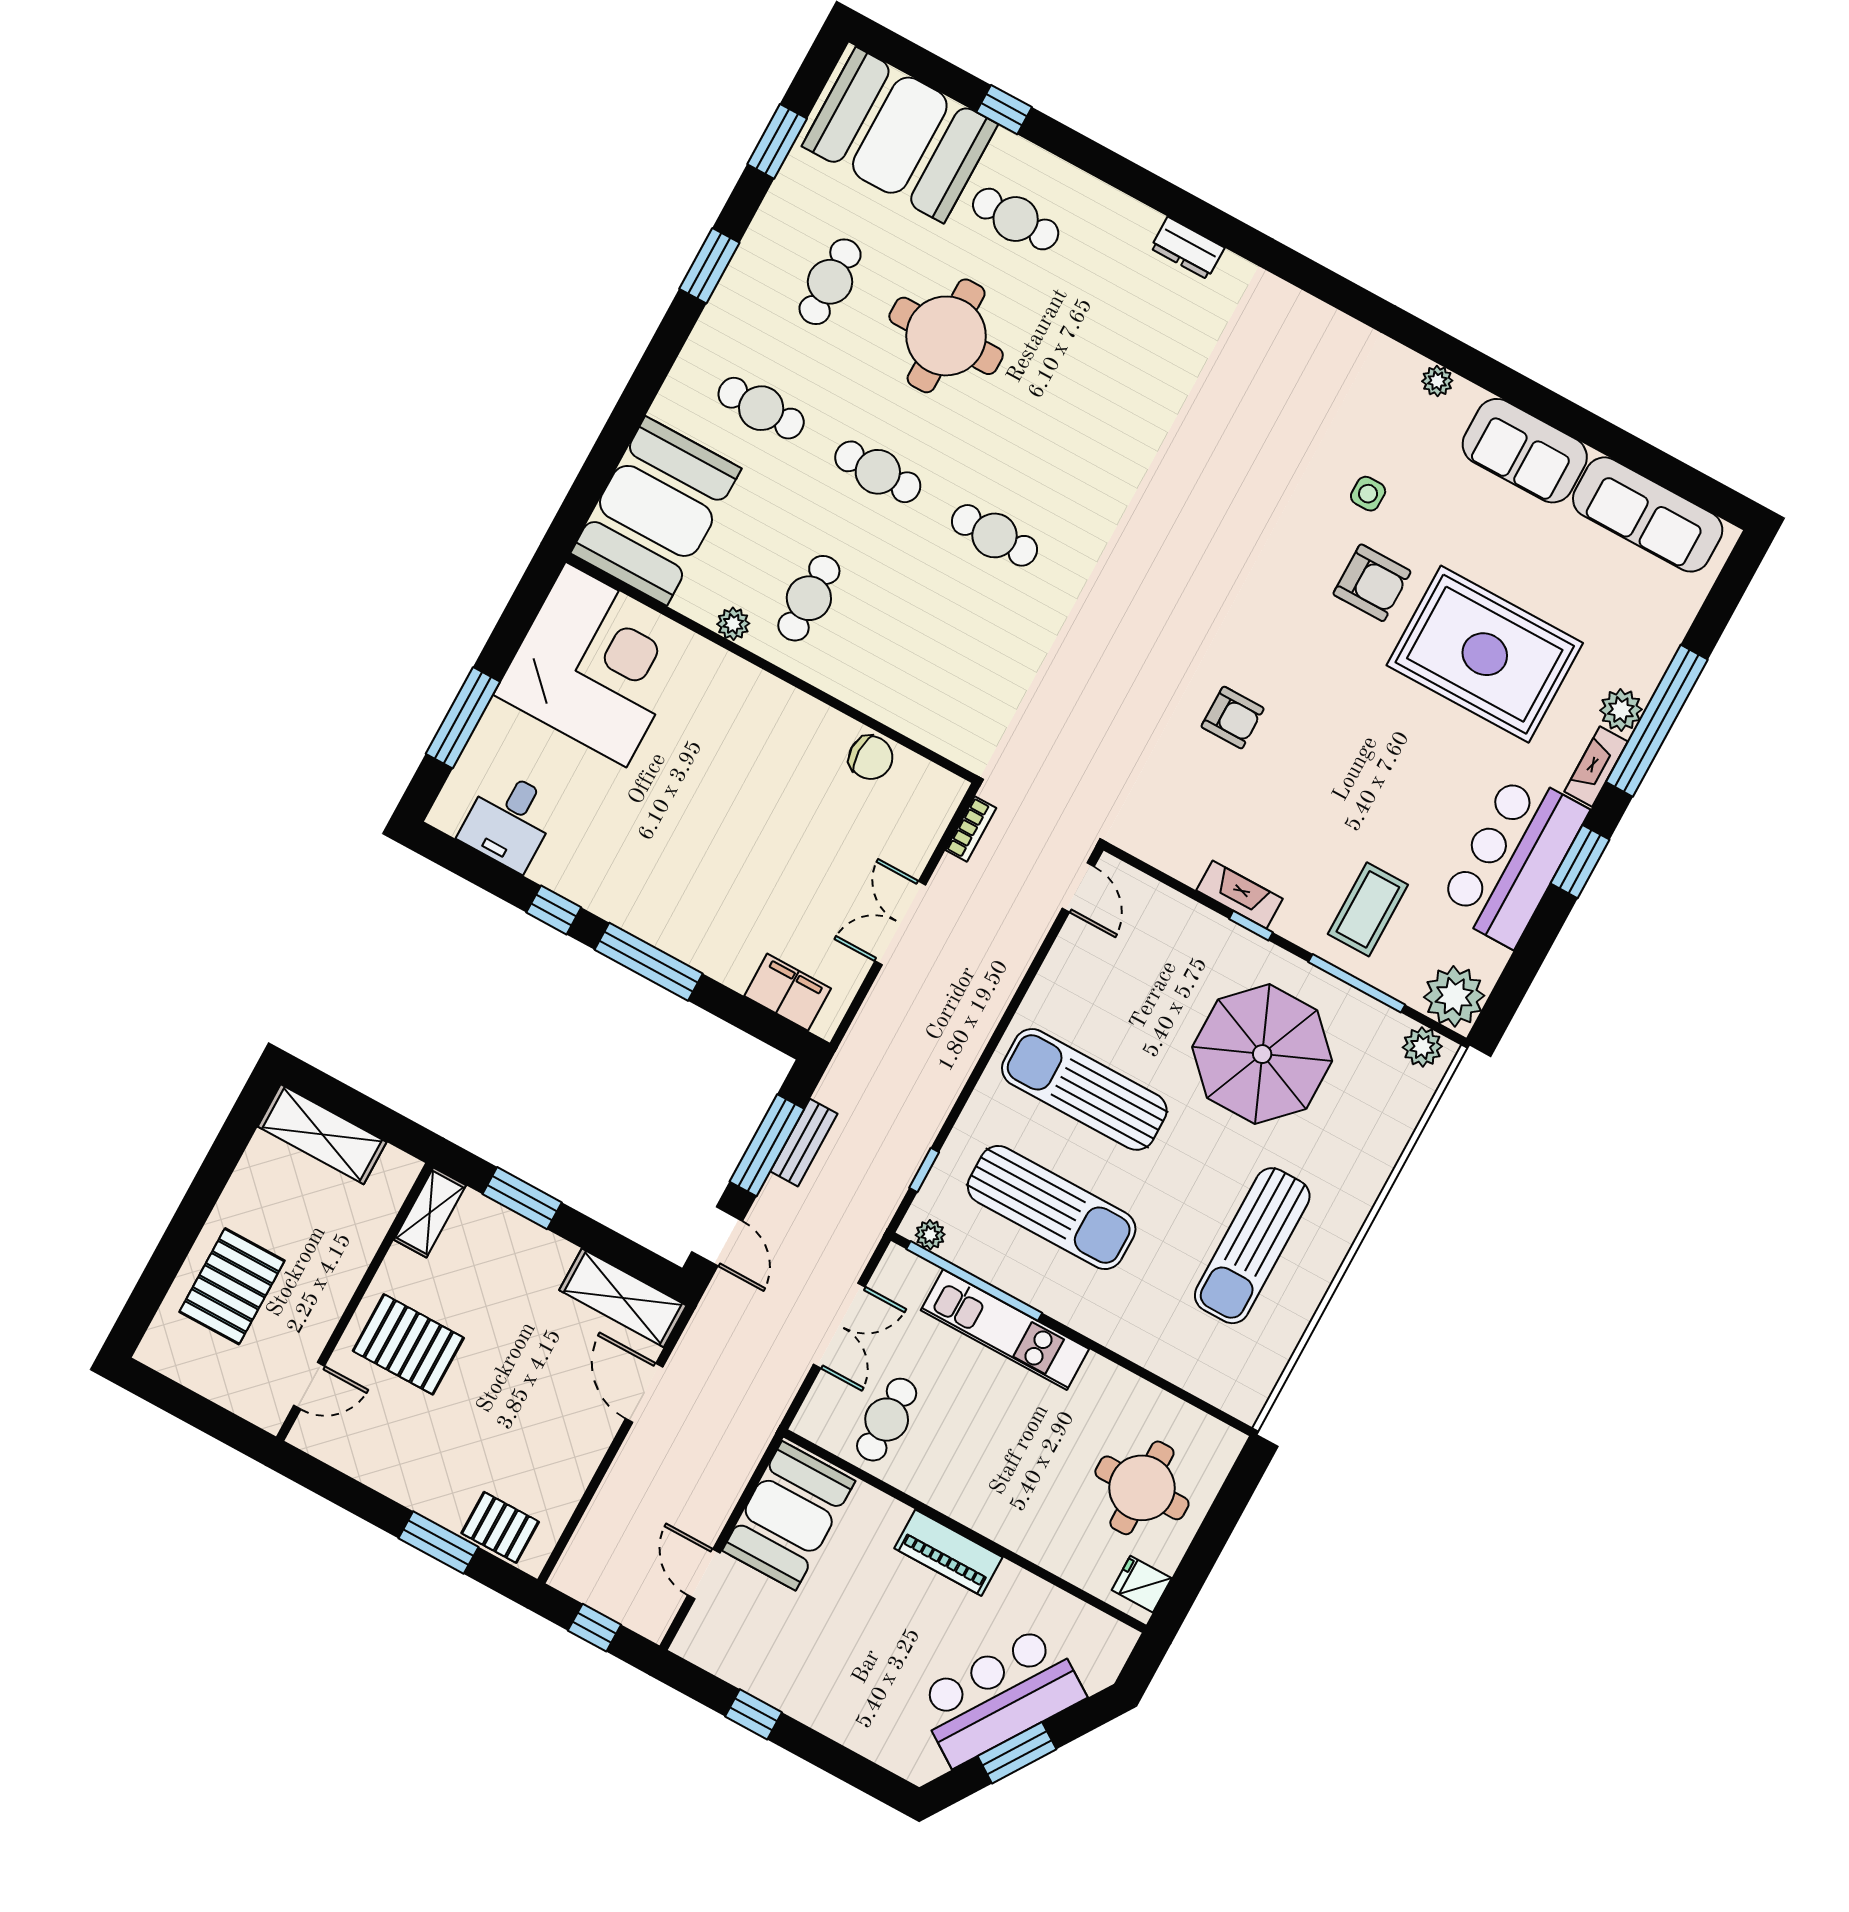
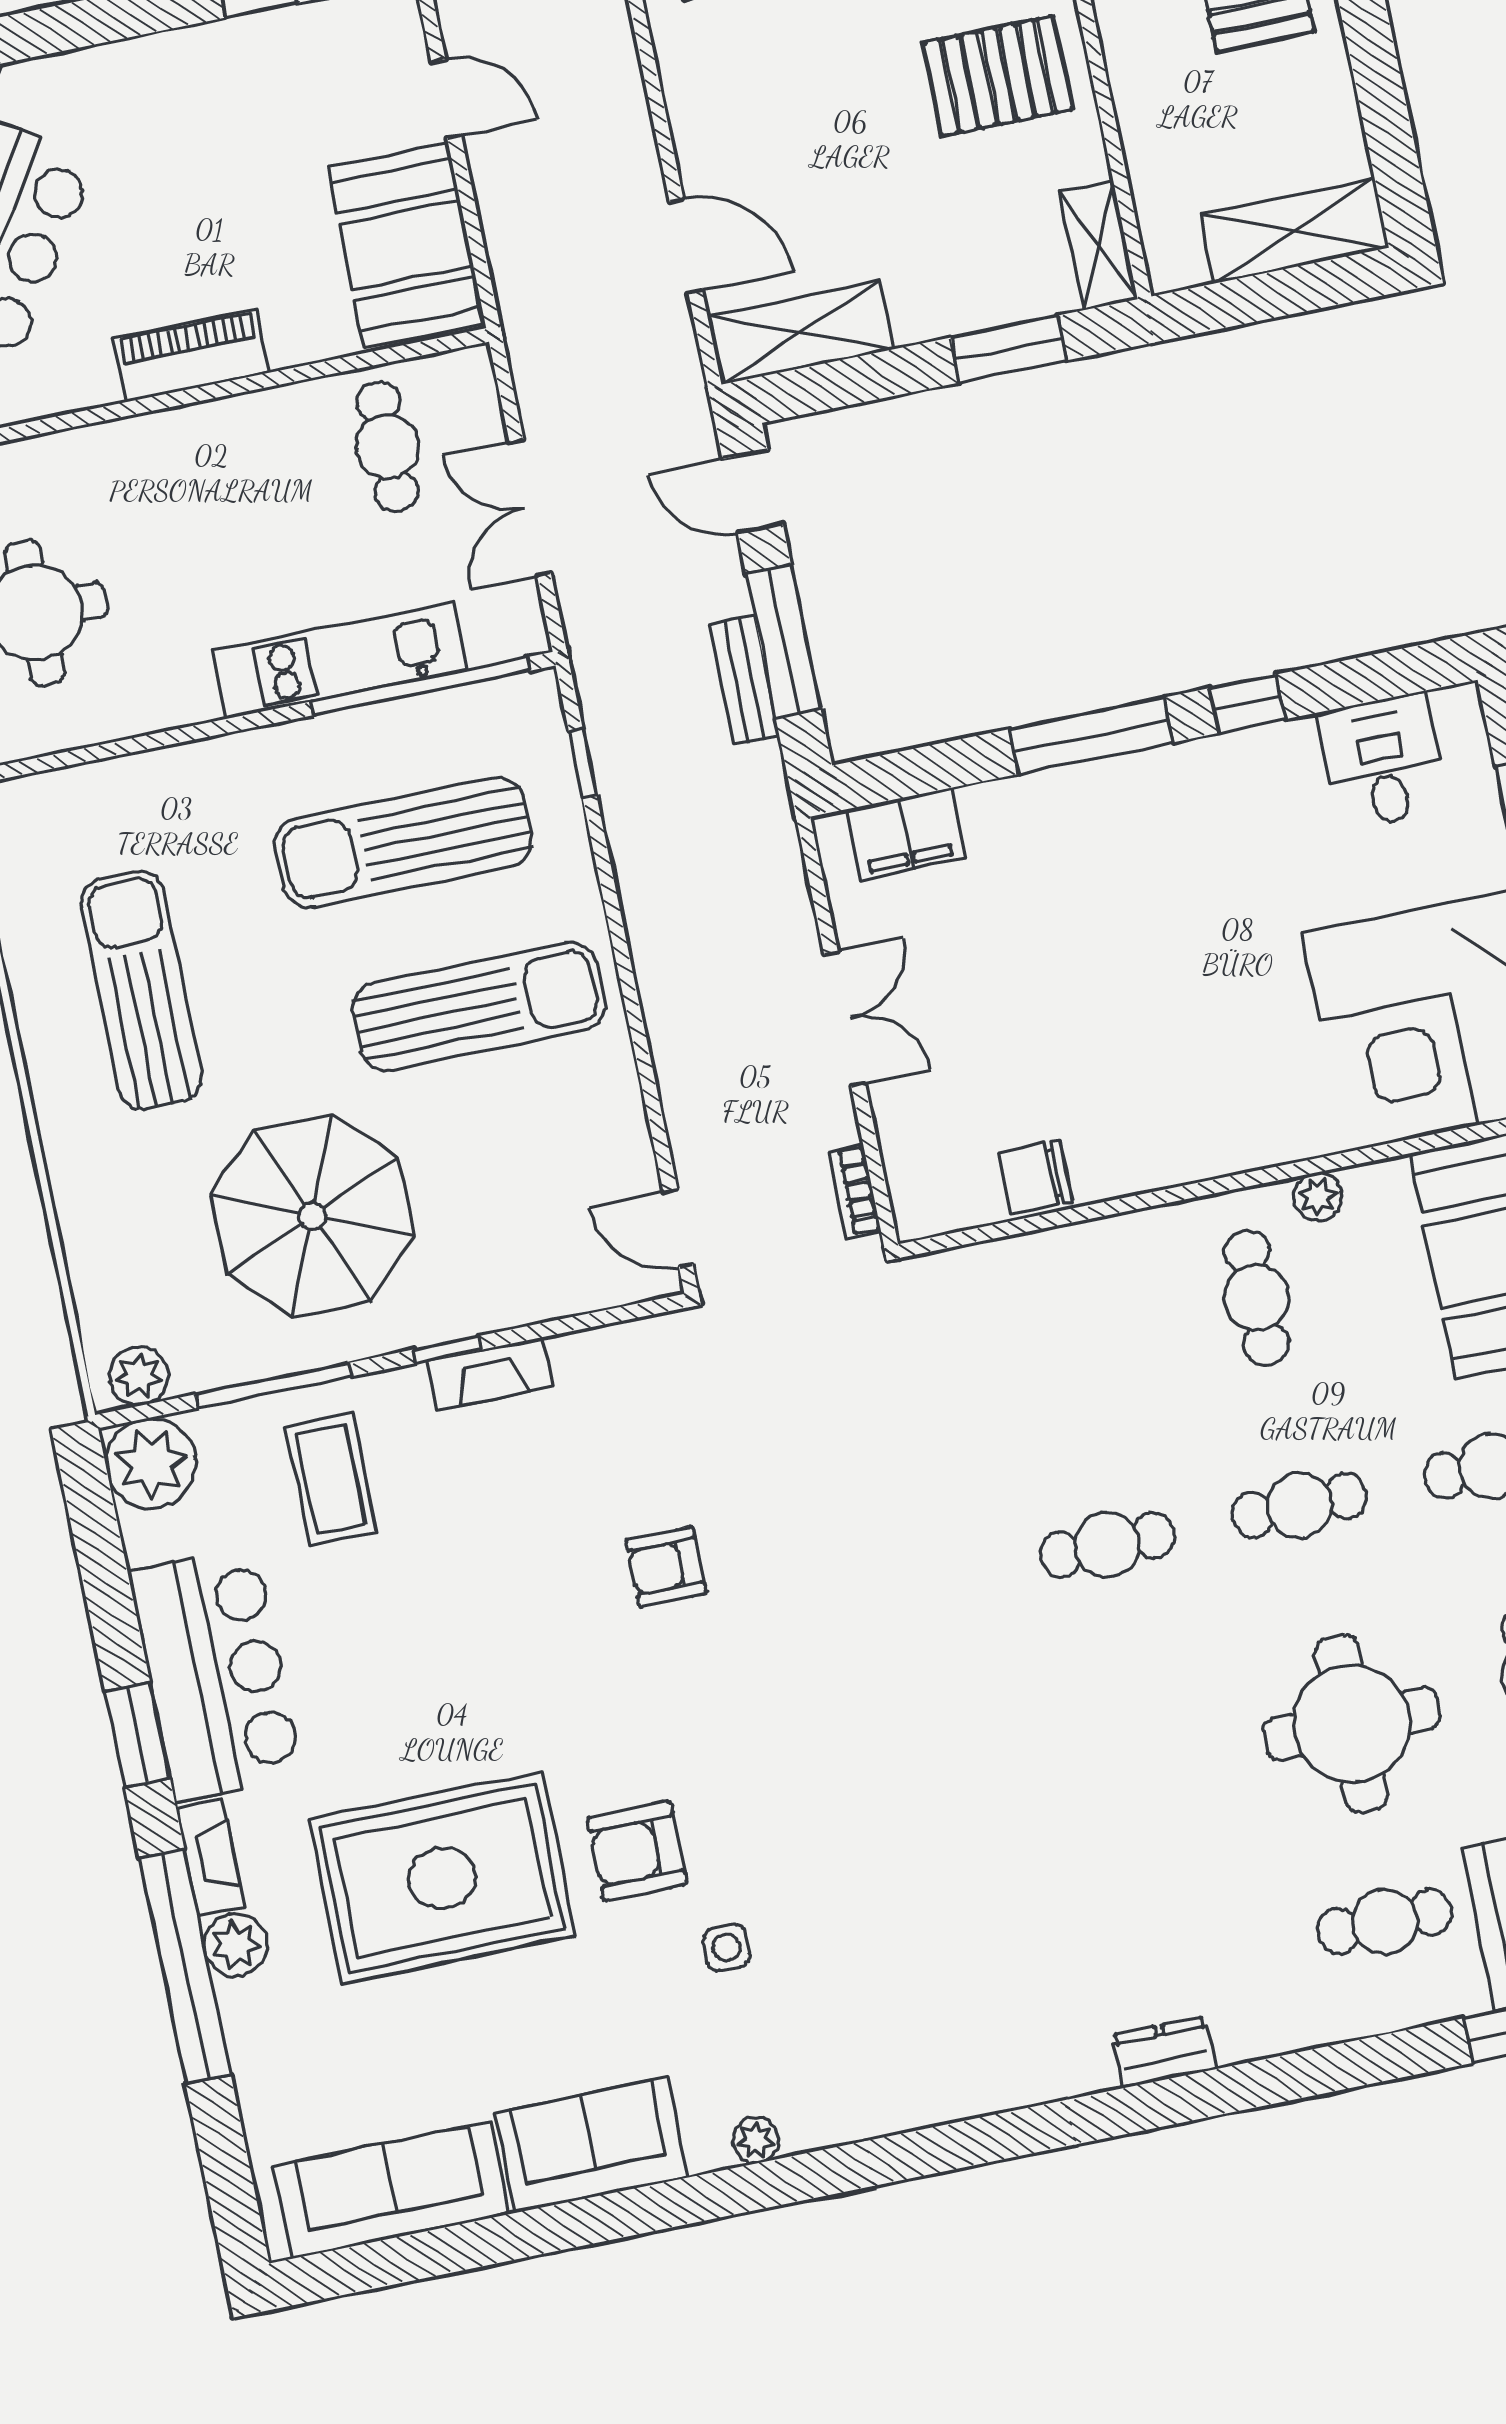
plant: (930, 1235) -> (514, 696), removed

